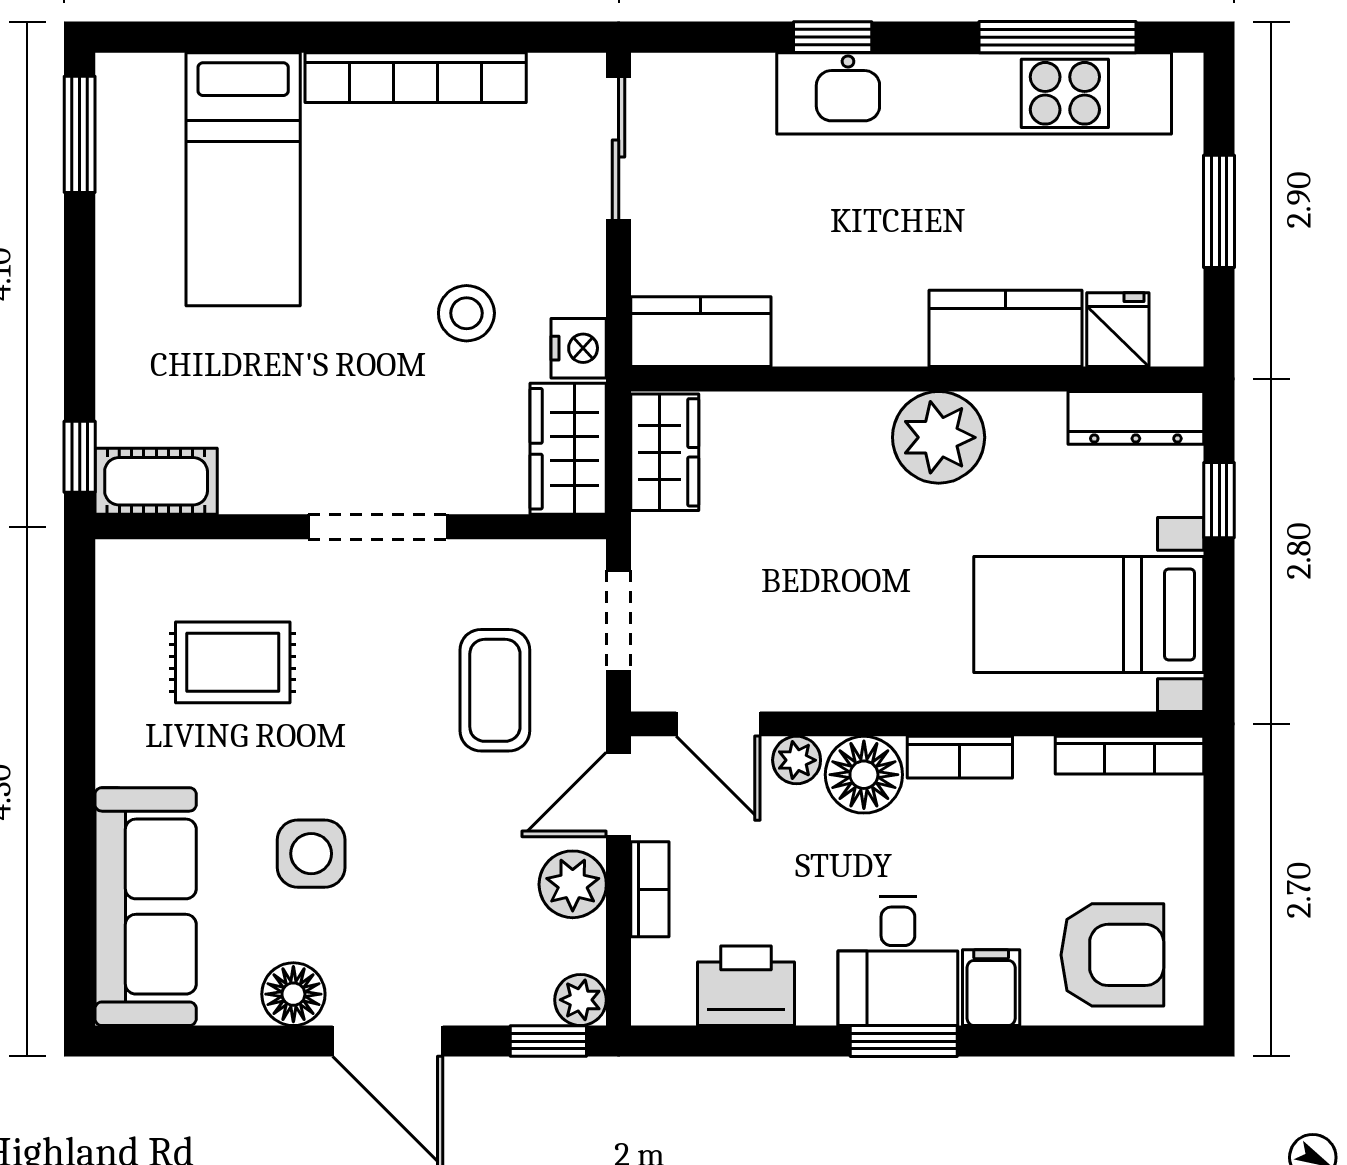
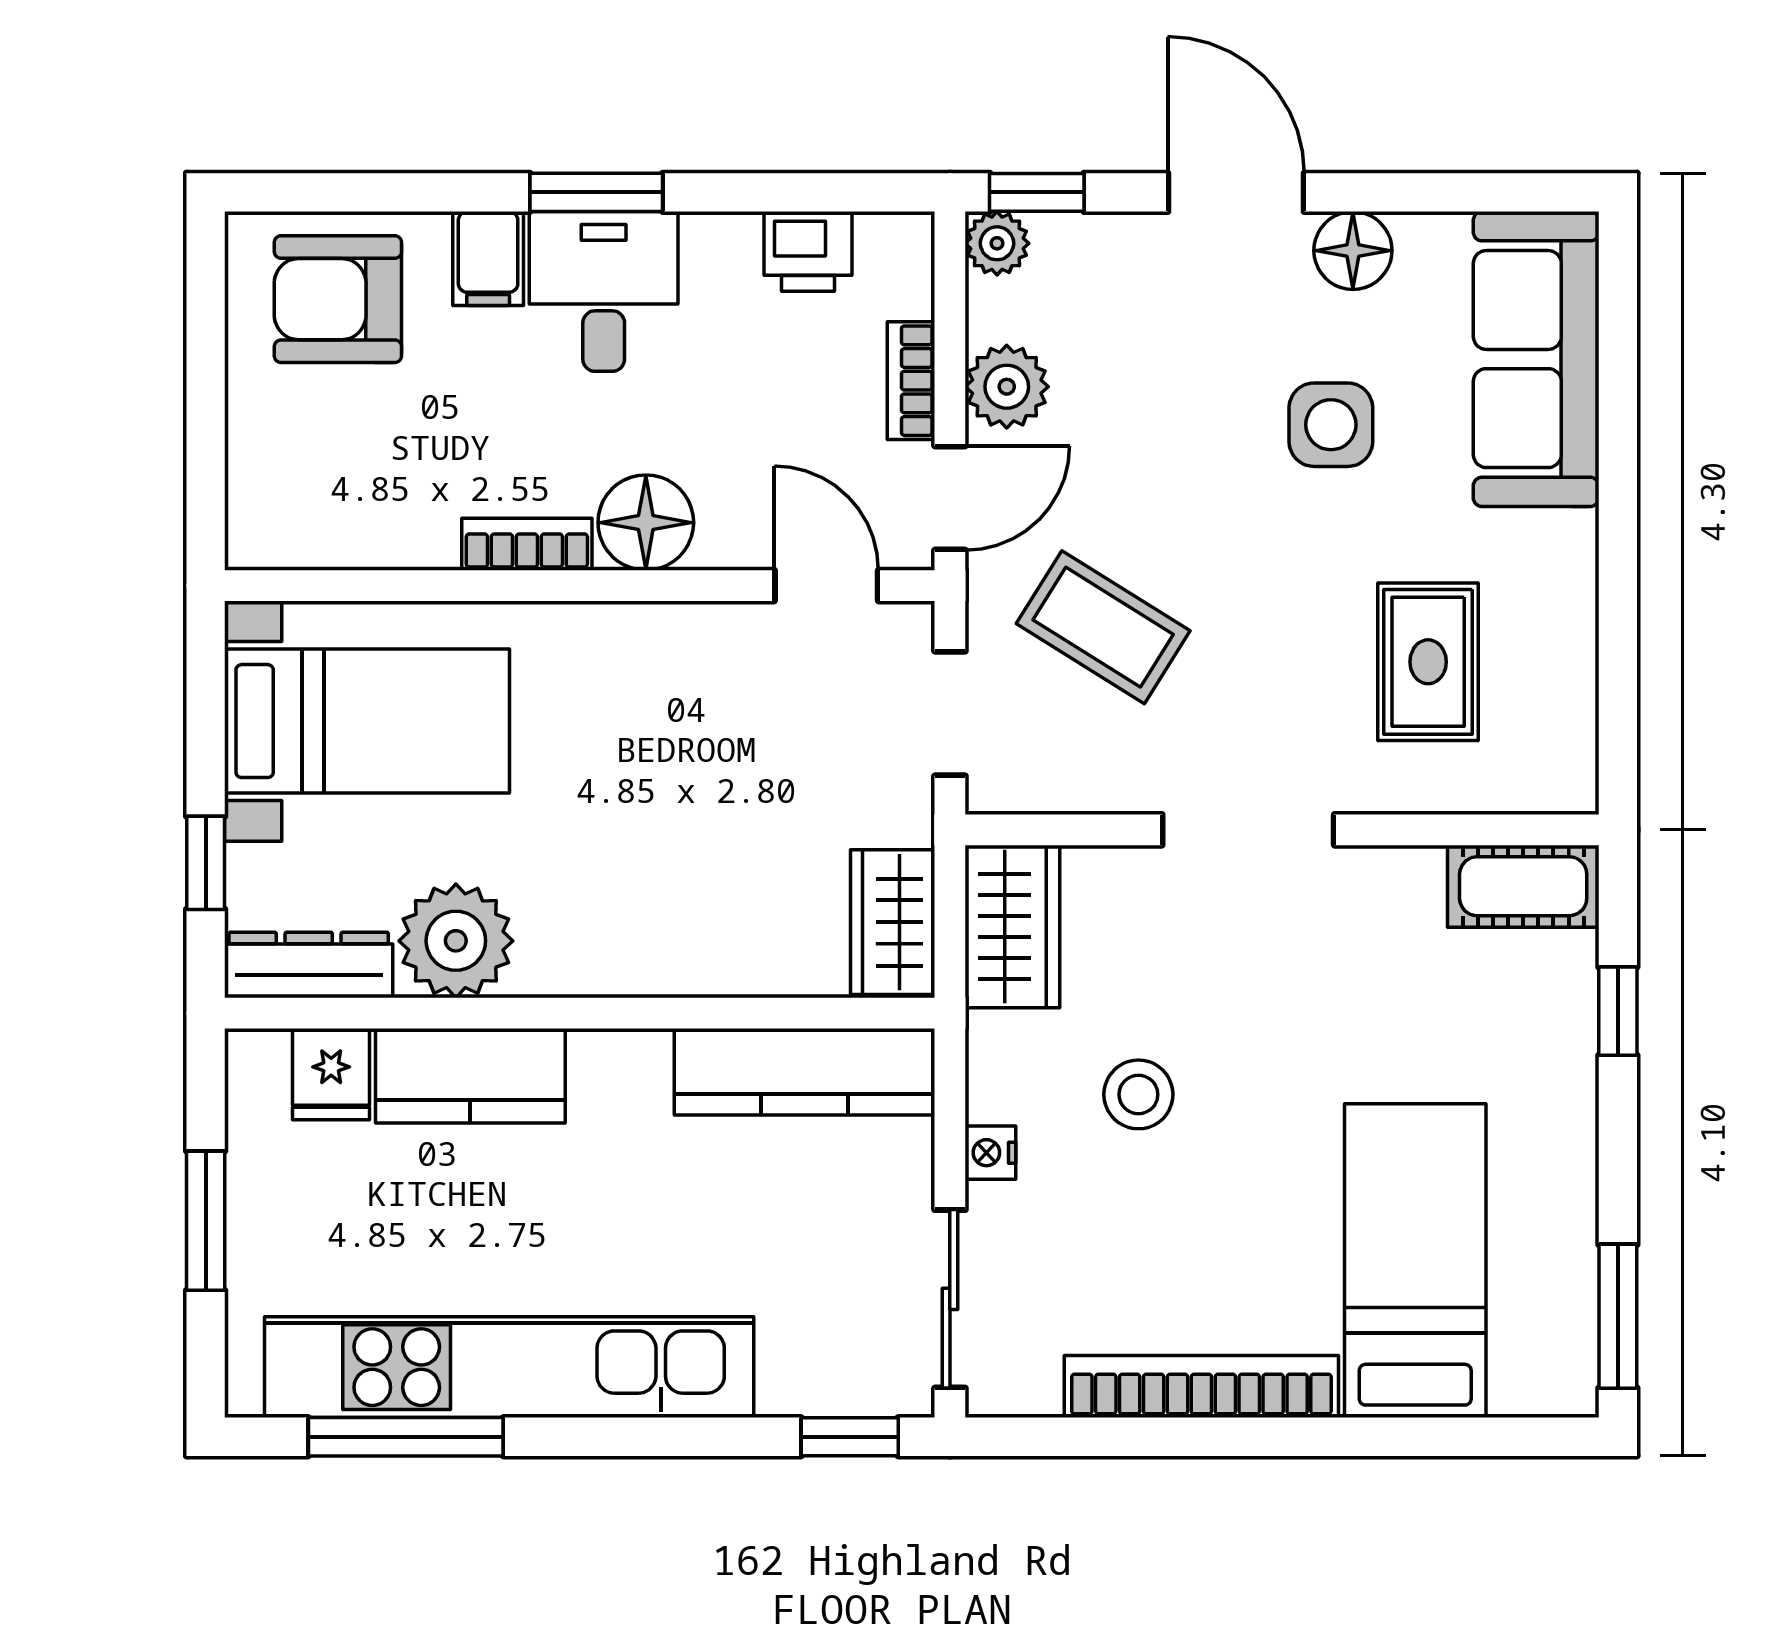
window: (833, 37) -> (850, 1437), moved
kitchen counter: (701, 332) -> (805, 1072), width x1.50
nightstand: (579, 348) -> (990, 1153), moved, width x0.72, depth x0.74
plant: (939, 437) -> (456, 941), moved
window: (80, 457) -> (1618, 1011), moved
rug: (233, 662) -> (1428, 662), turned 90
coffee table: (495, 690) -> (1103, 627), turned -58
bookcase: (1130, 755) -> (317, 547), removed
plant: (797, 760) -> (729, 541), removed
printer: (746, 986) -> (808, 251), width x0.73, depth x0.81

